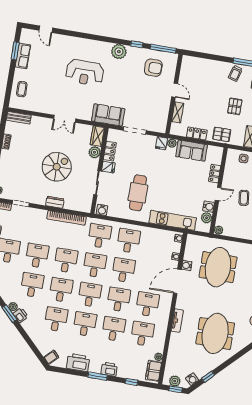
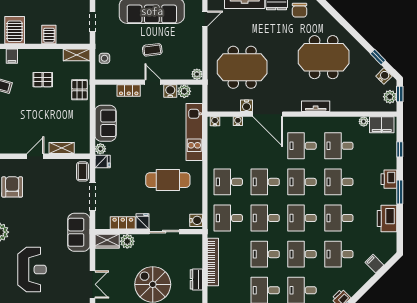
coffee table: (156, 126) -> (82, 171), added
locker: (197, 133) -> (83, 120), removed
filing cabinet: (51, 357) -> (374, 264), moved

